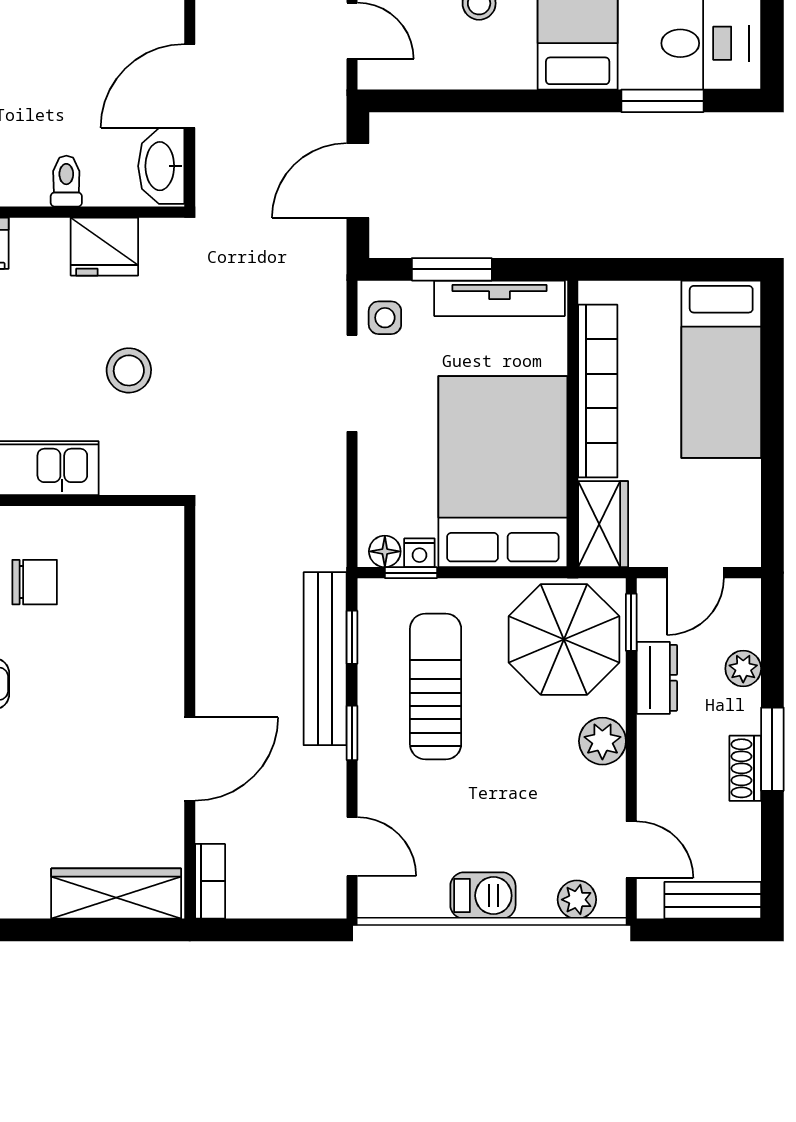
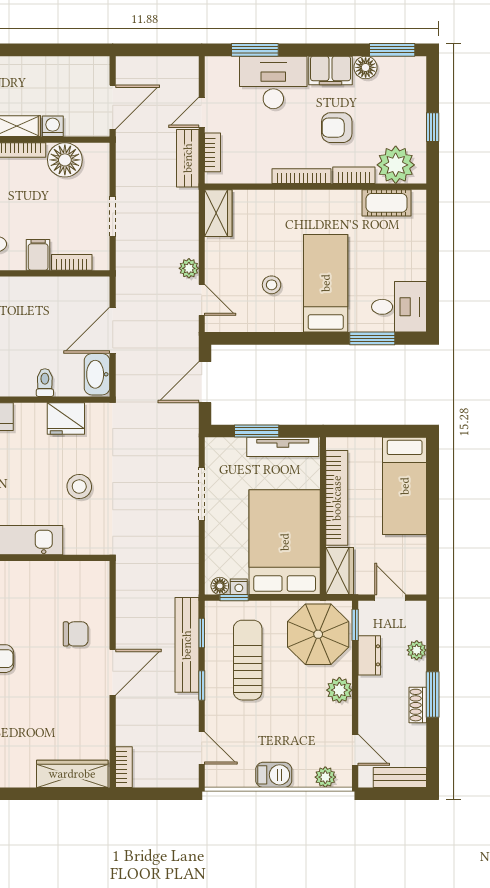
side table: (385, 318) -> (220, 458), removed
door: (695, 573) -> (390, 598), swing flipped
chair: (35, 582) -> (76, 634), moved
door: (190, 759) -> (113, 672), moved

